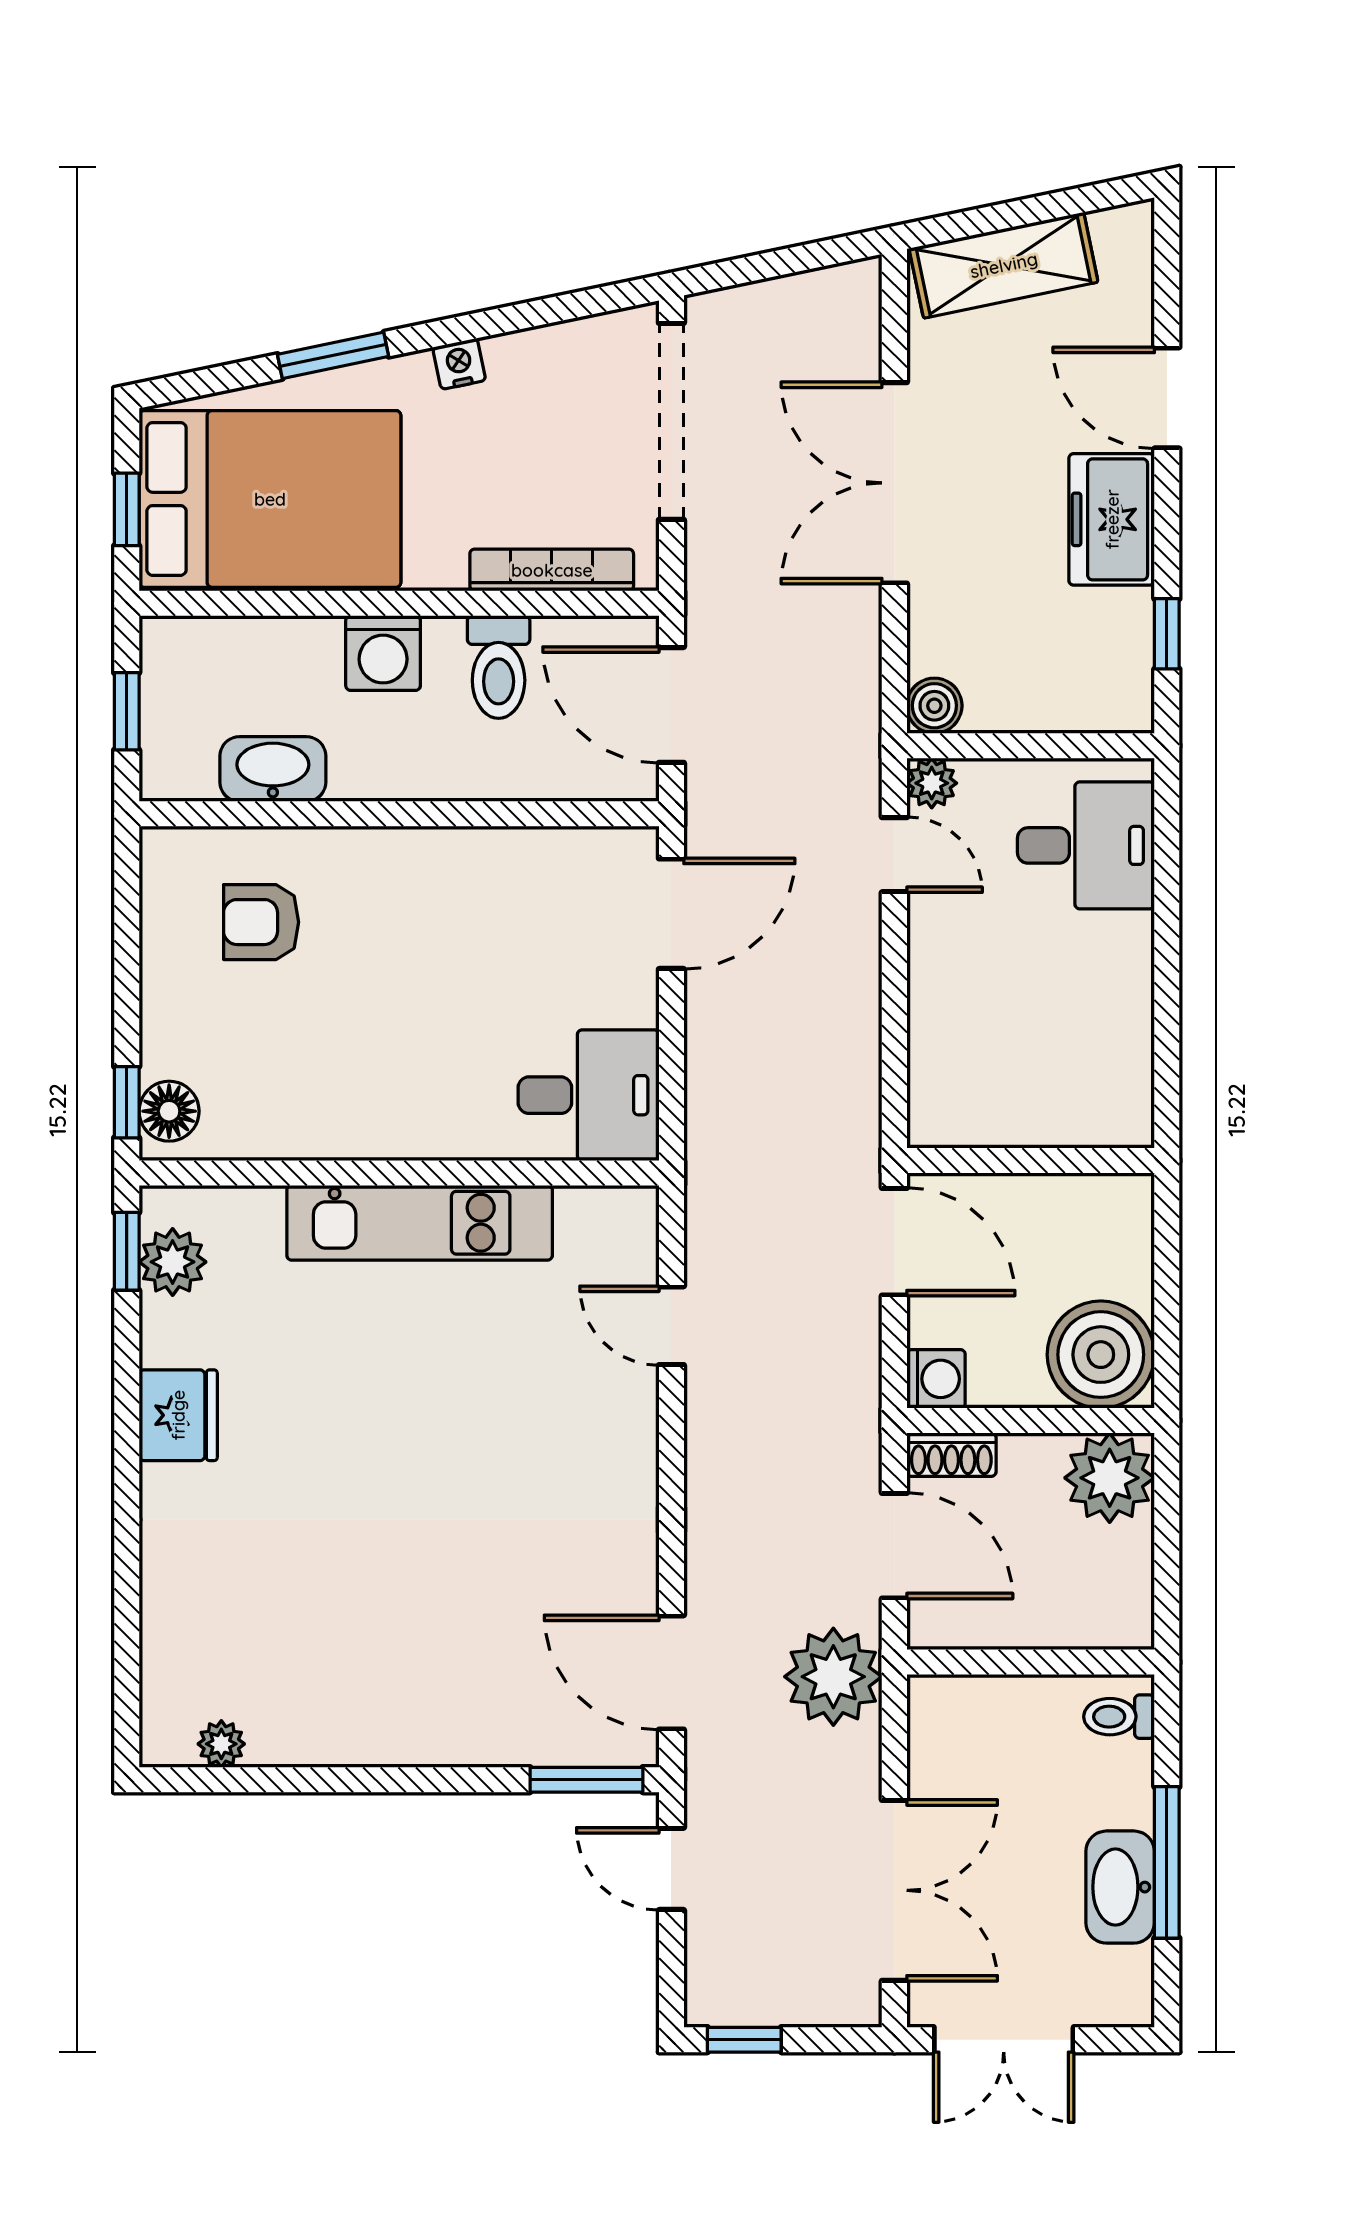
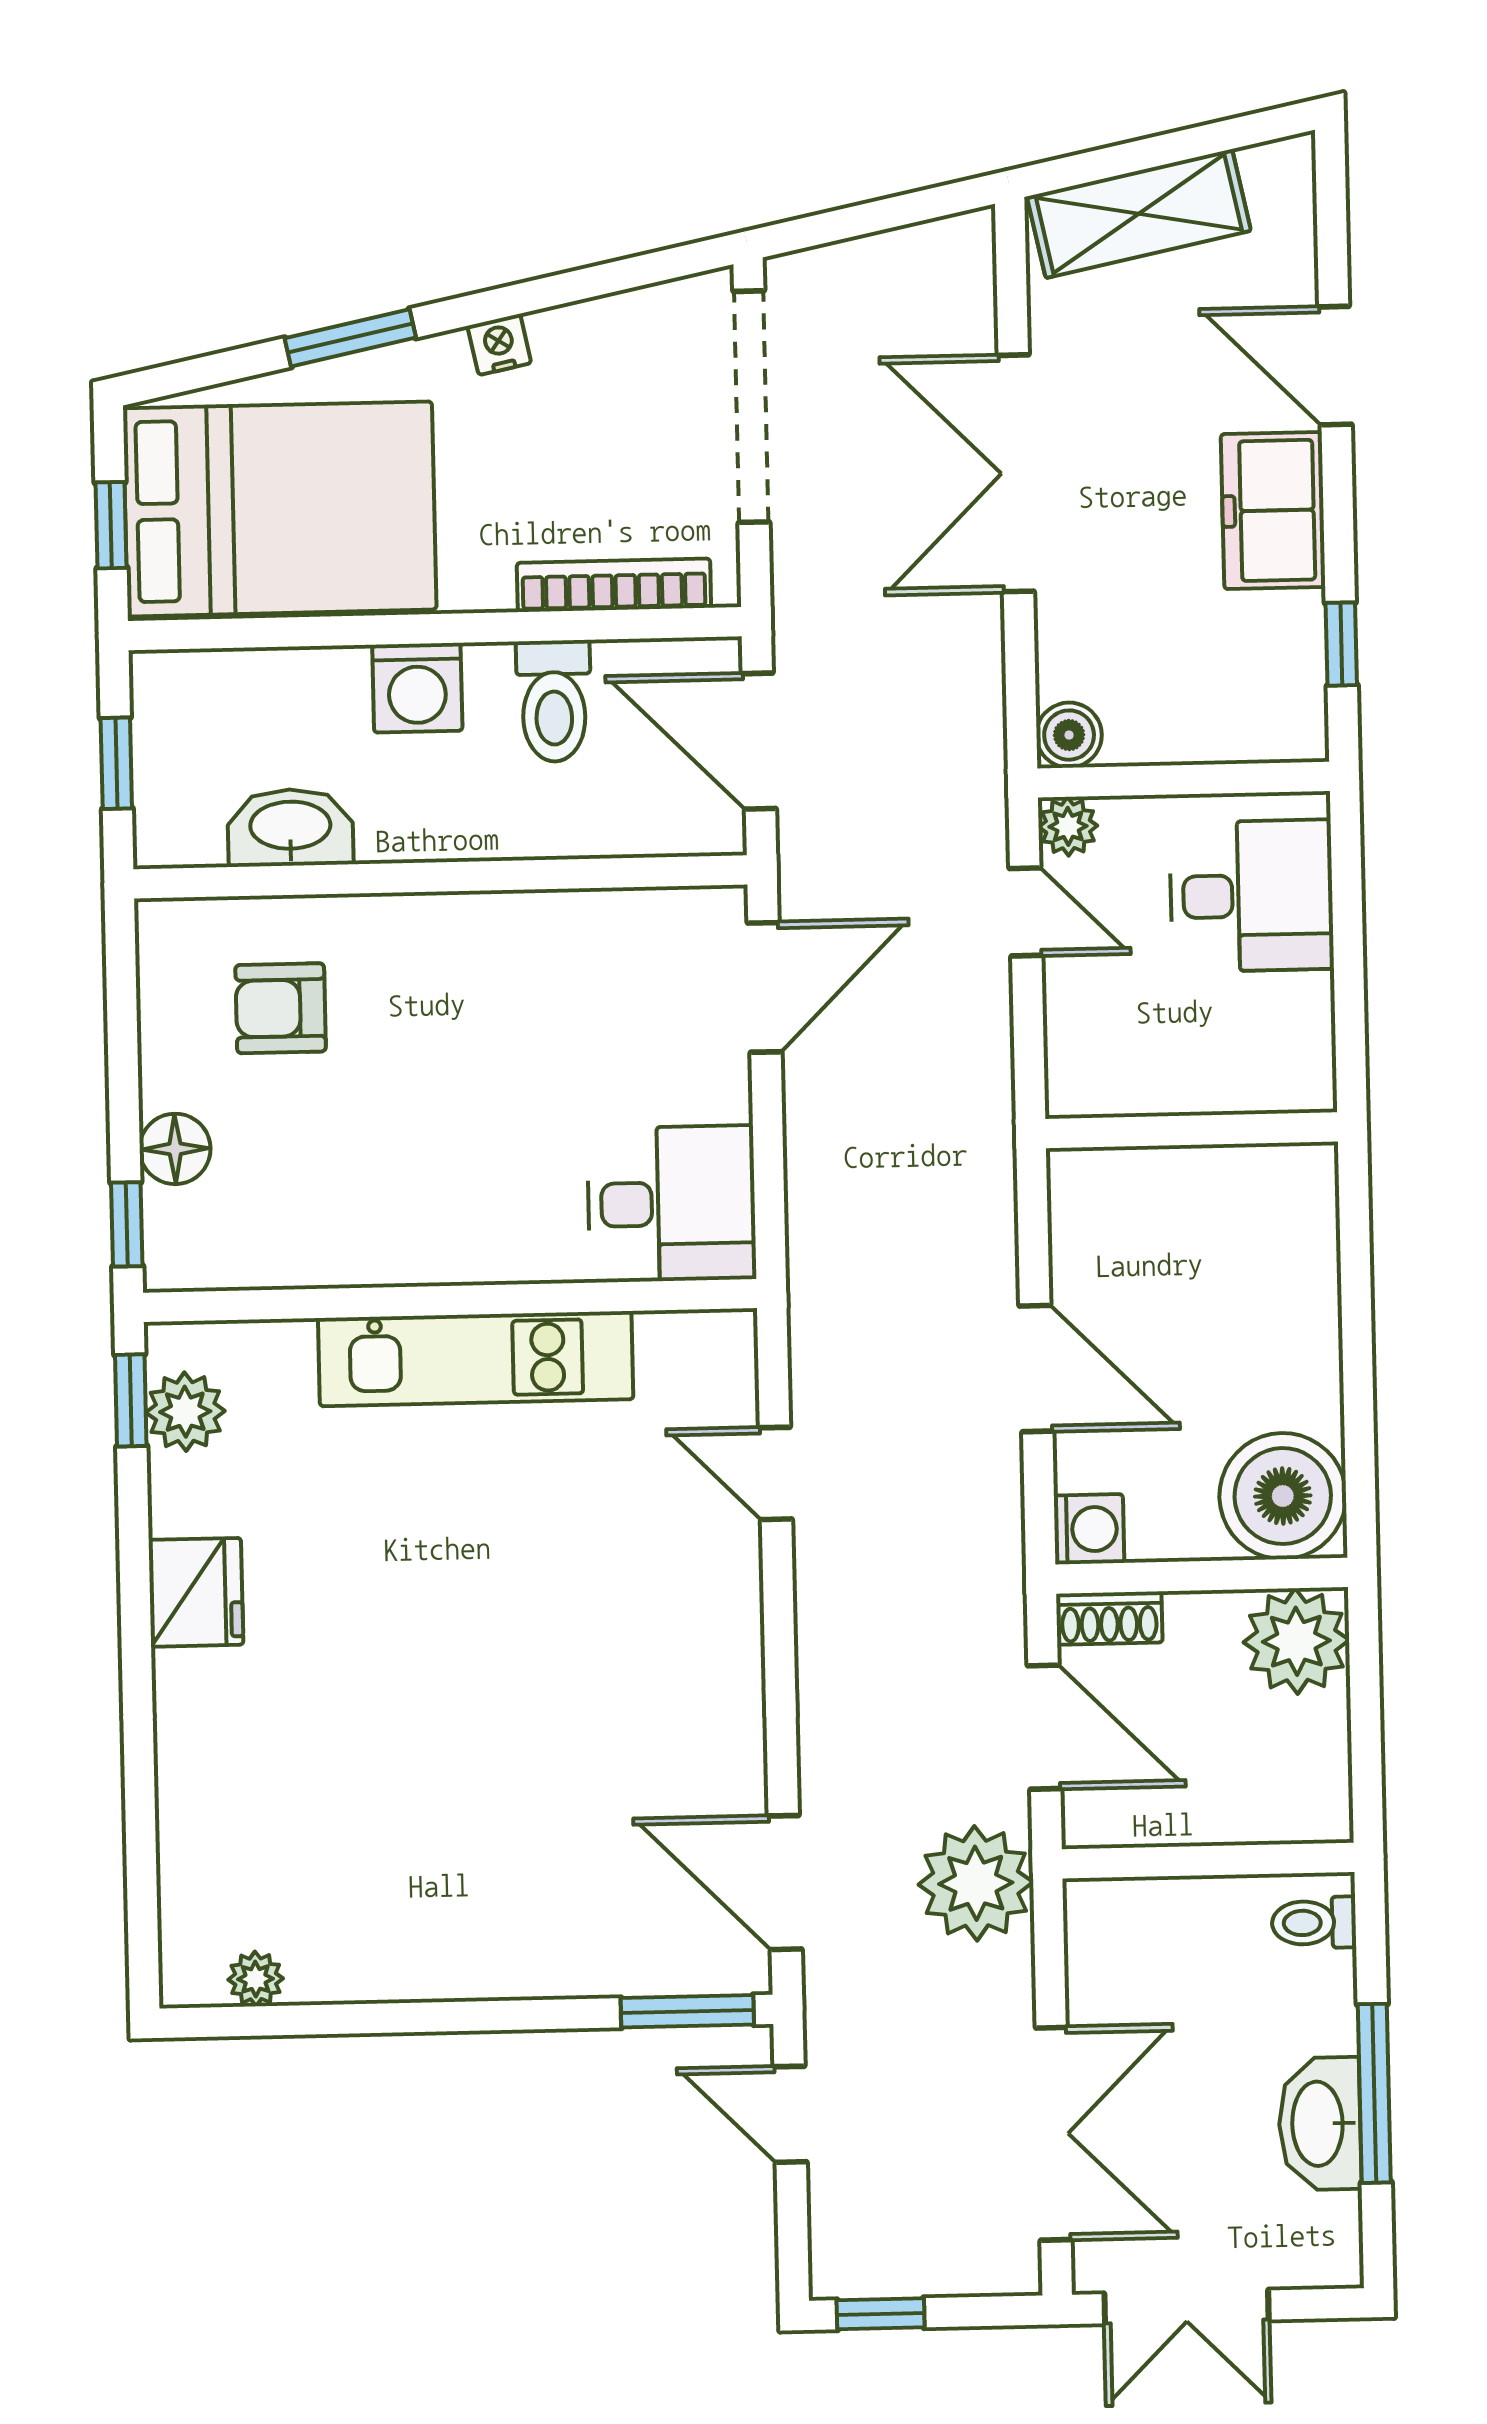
floor lamp: (169, 1111) -> (175, 1149), moved
wall: (1031, 1161) -> (1192, 1130), moved

